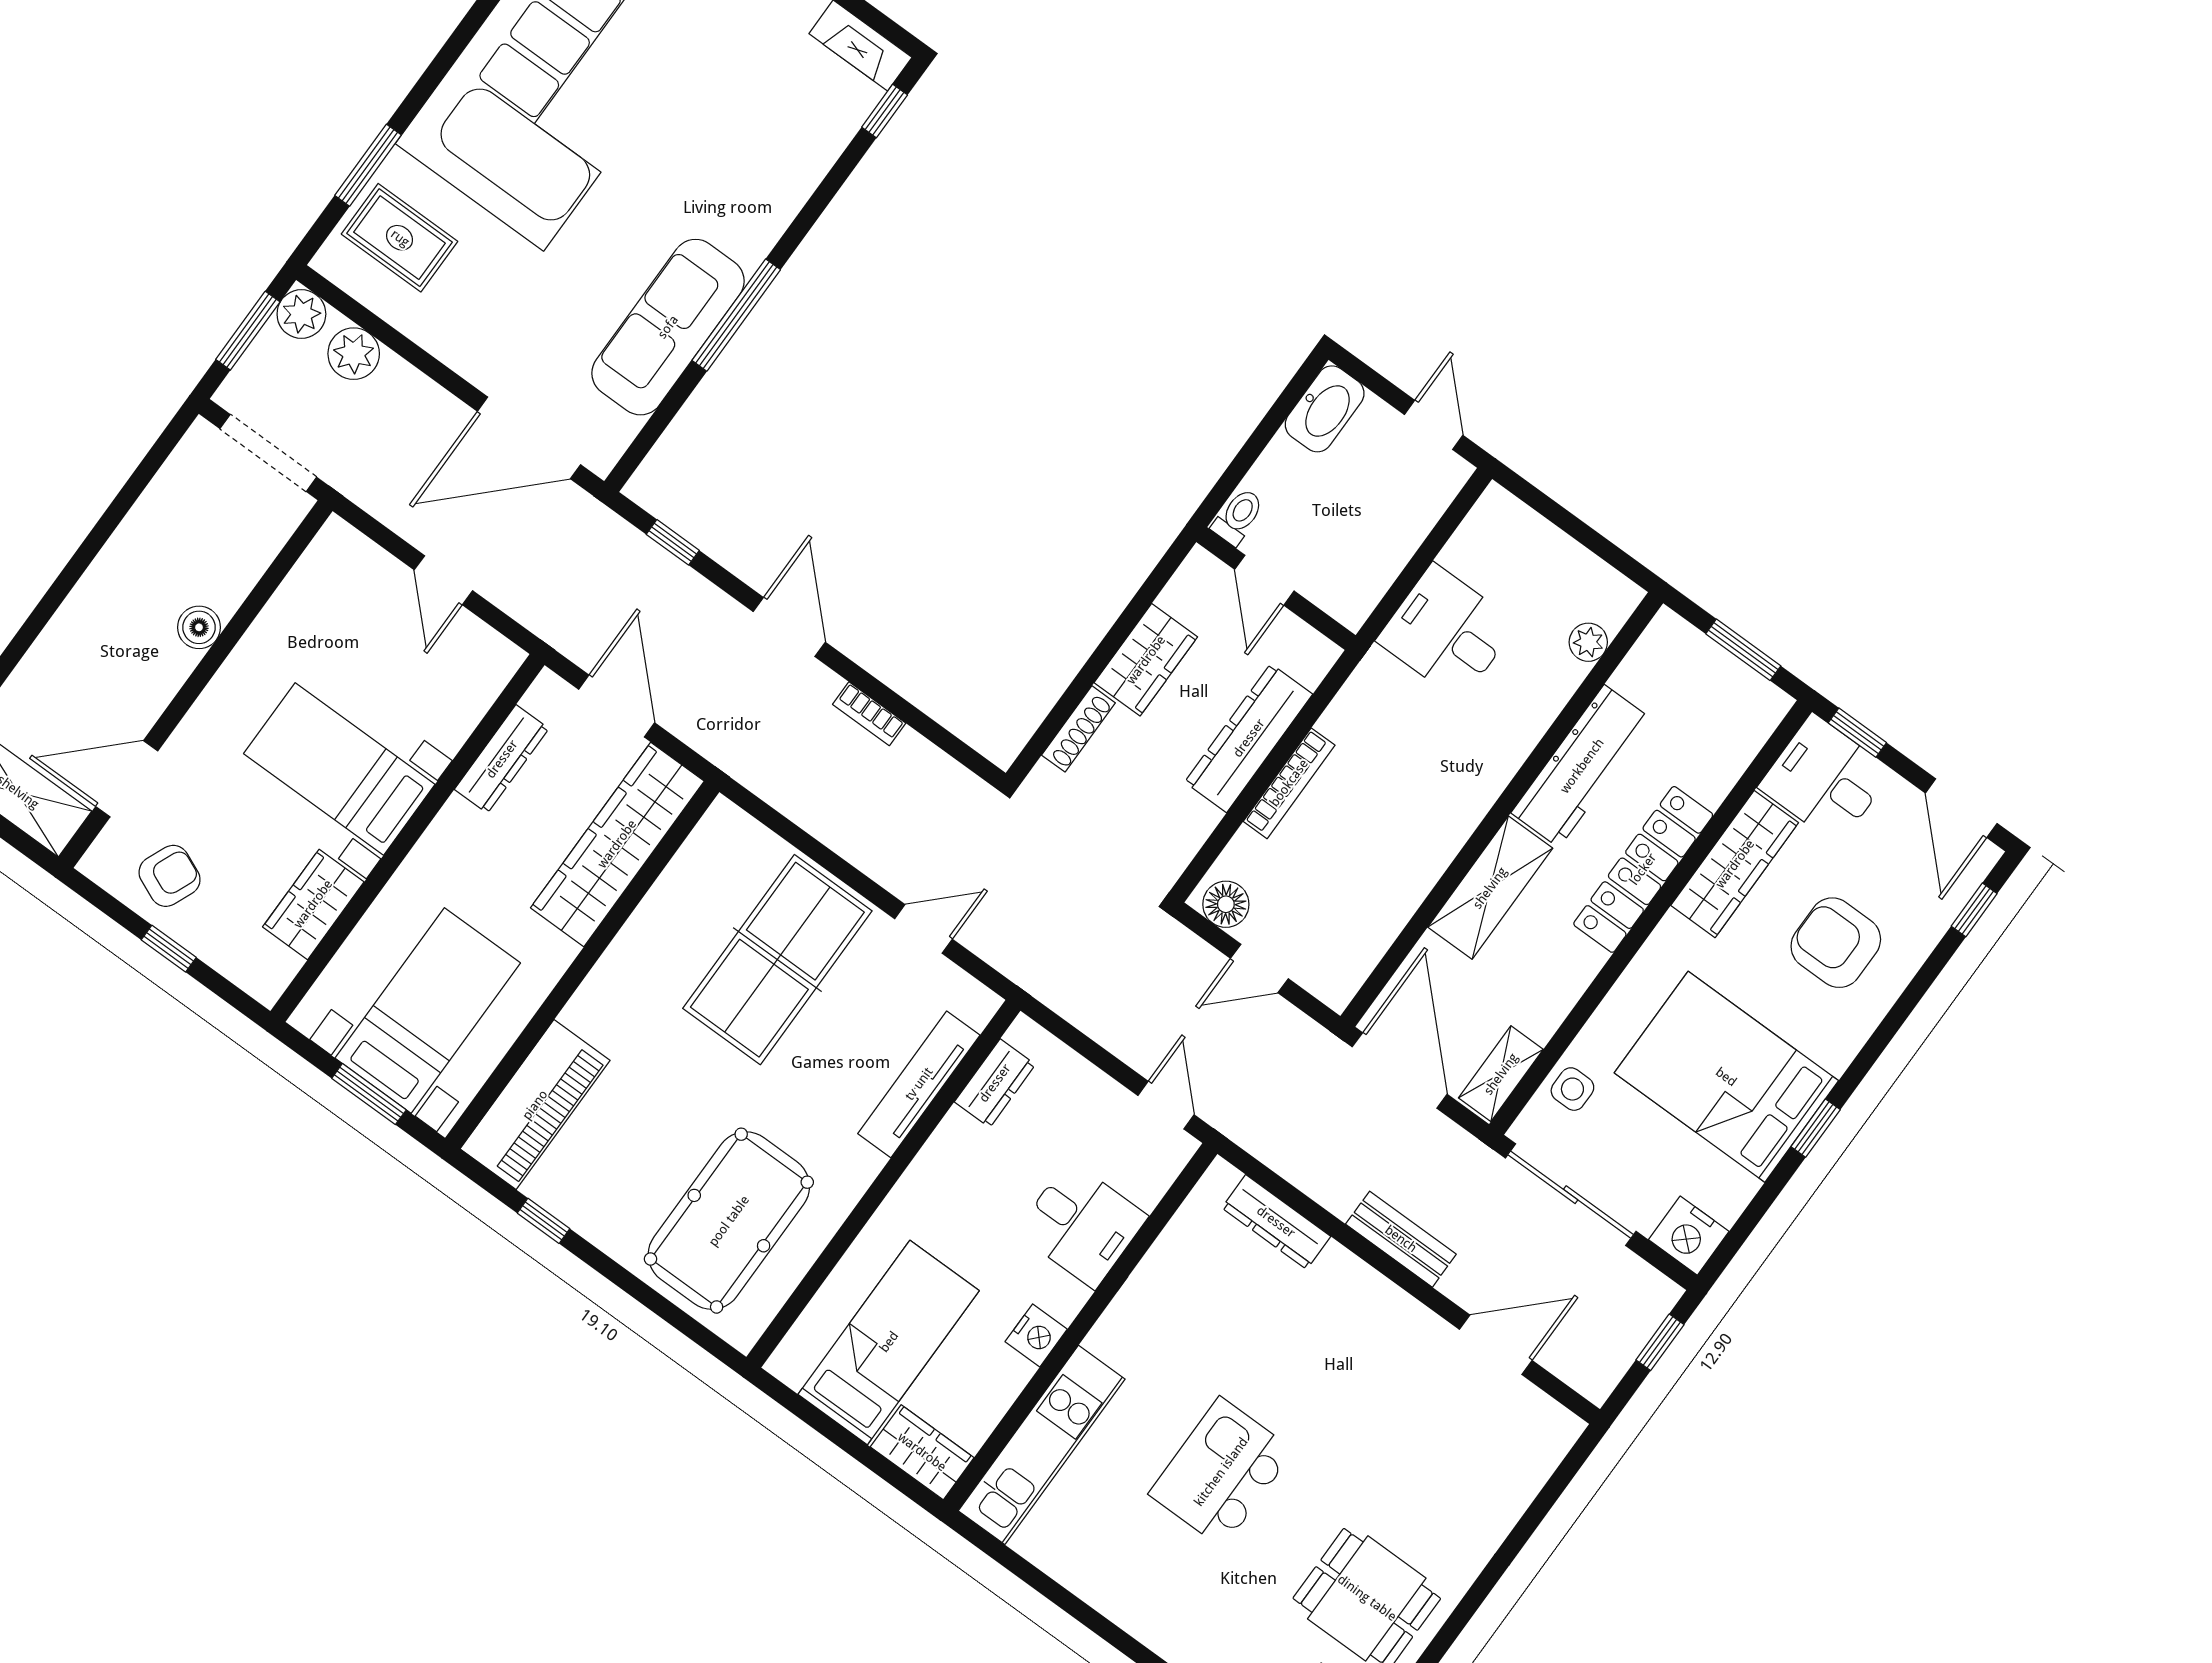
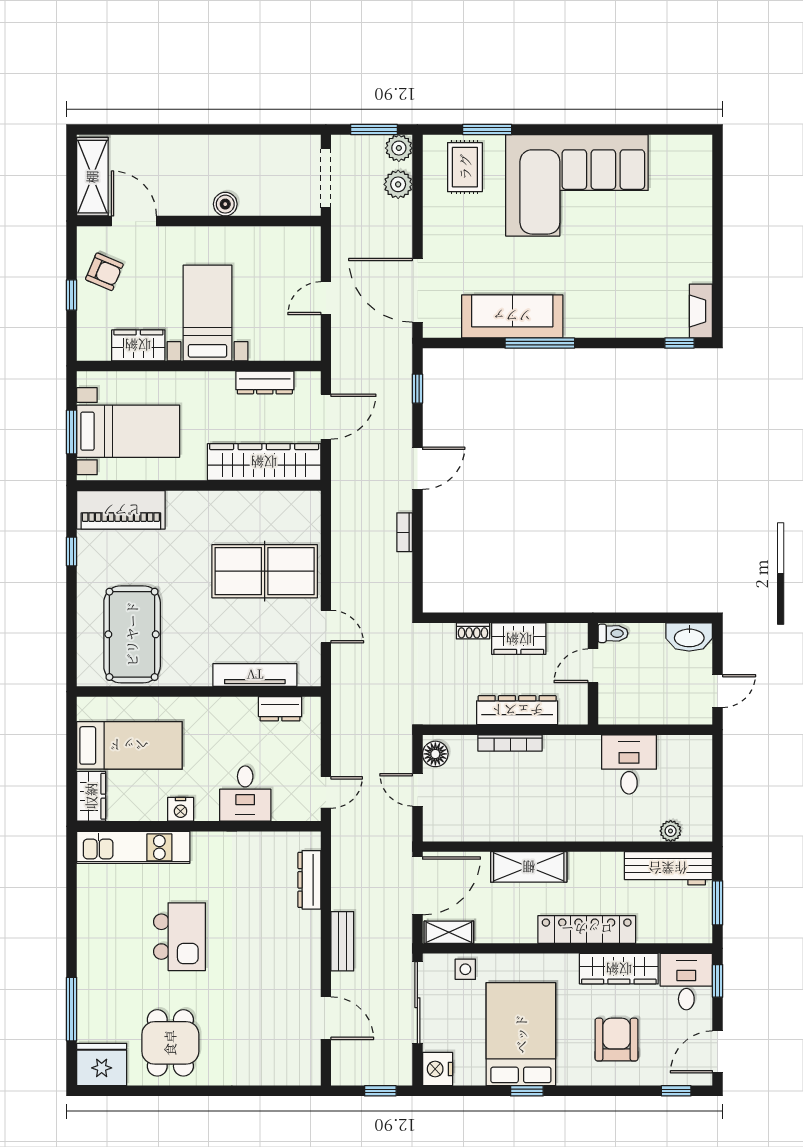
shoe rack: (1078, 729) -> (473, 631), width x0.70
workbench: (1582, 766) -> (668, 868), moved
pool table: (729, 1221) -> (132, 634), turned 90
kitchen island: (1221, 1472) -> (180, 937), turned 90

